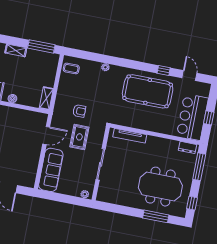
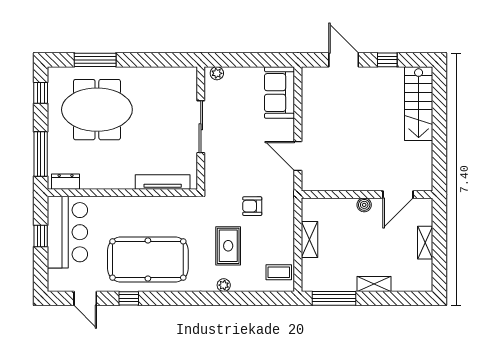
shelving: (46, 98) -> (309, 239), moved
door: (46, 135) -> (298, 156), hinge flipped
rug: (79, 137) -> (228, 246), moved
sofa: (51, 170) -> (280, 93), width x0.73

